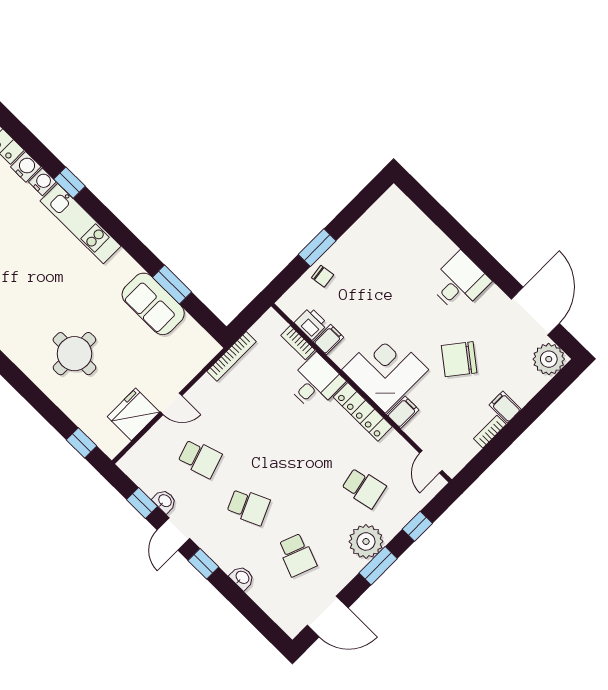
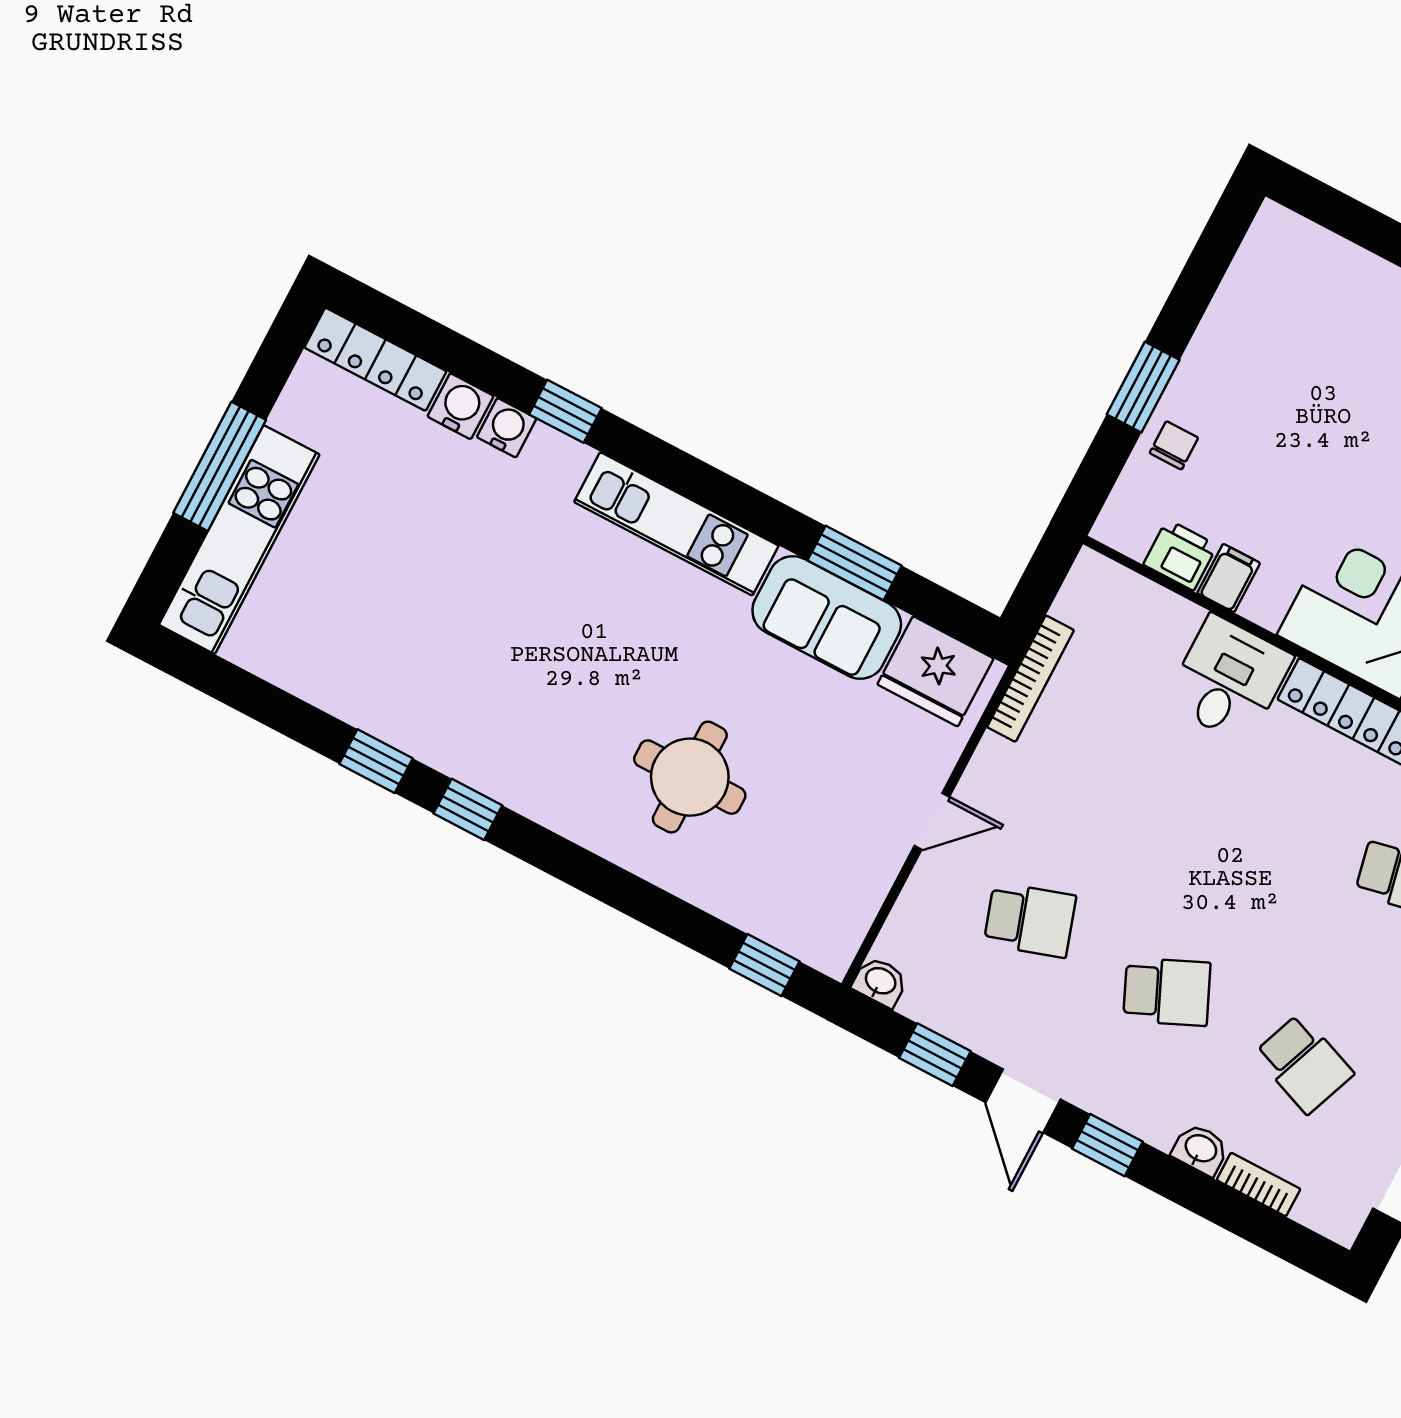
kitchen unit: (80, 224) -> (676, 524), moved
chair: (323, 276) -> (1174, 445), turned -82
bookcase: (298, 343) -> (1258, 1184), moved, turned 180
fridge: (133, 414) -> (935, 671), moved, turned -90
washbasin: (165, 501) -> (880, 982), moved

